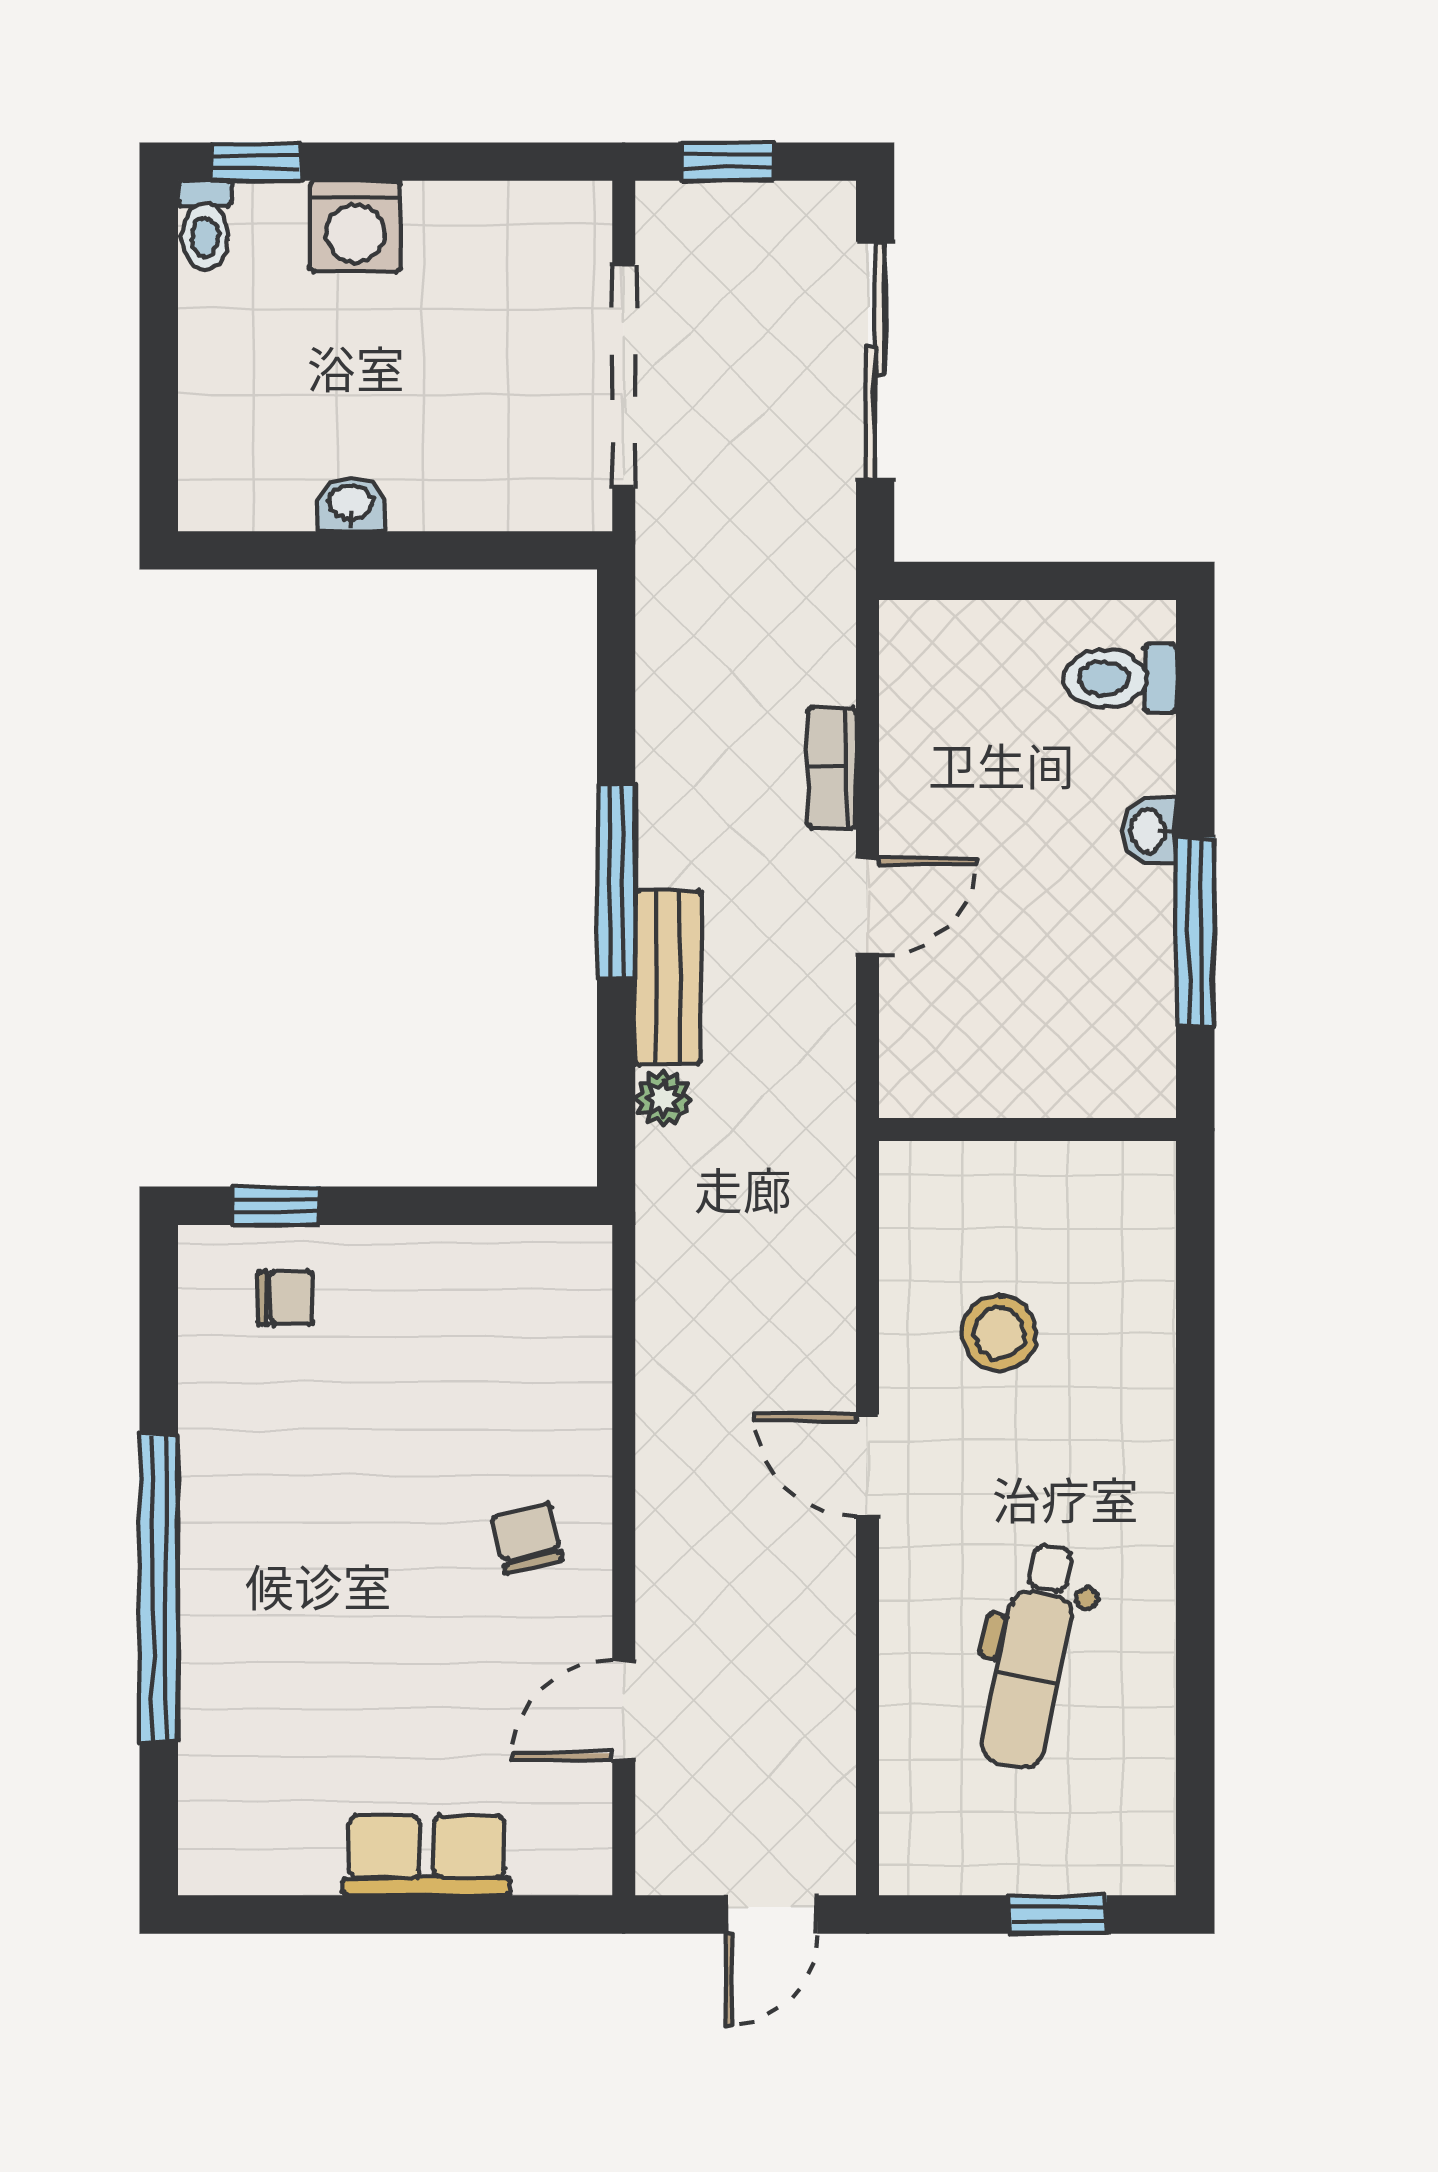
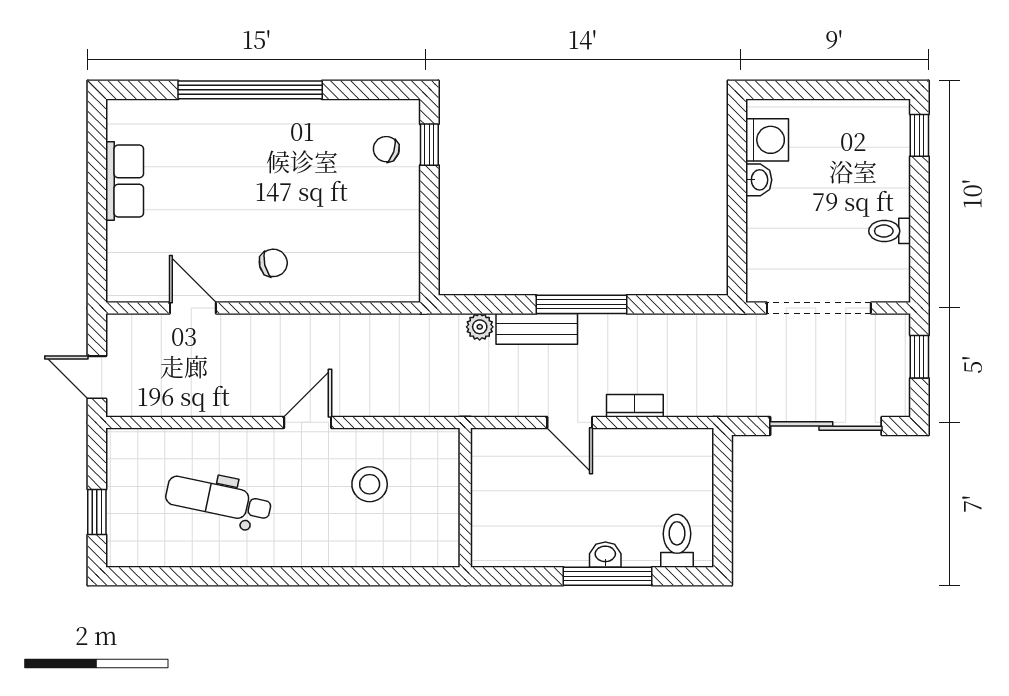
toilet: (205, 225) -> (890, 231), moved
washing machine: (355, 226) -> (767, 140), moved, turned 180
window: (1195, 932) -> (607, 576), moved
chair: (285, 1298) -> (386, 149), turned 109
row of seats: (427, 1855) -> (125, 181), moved

